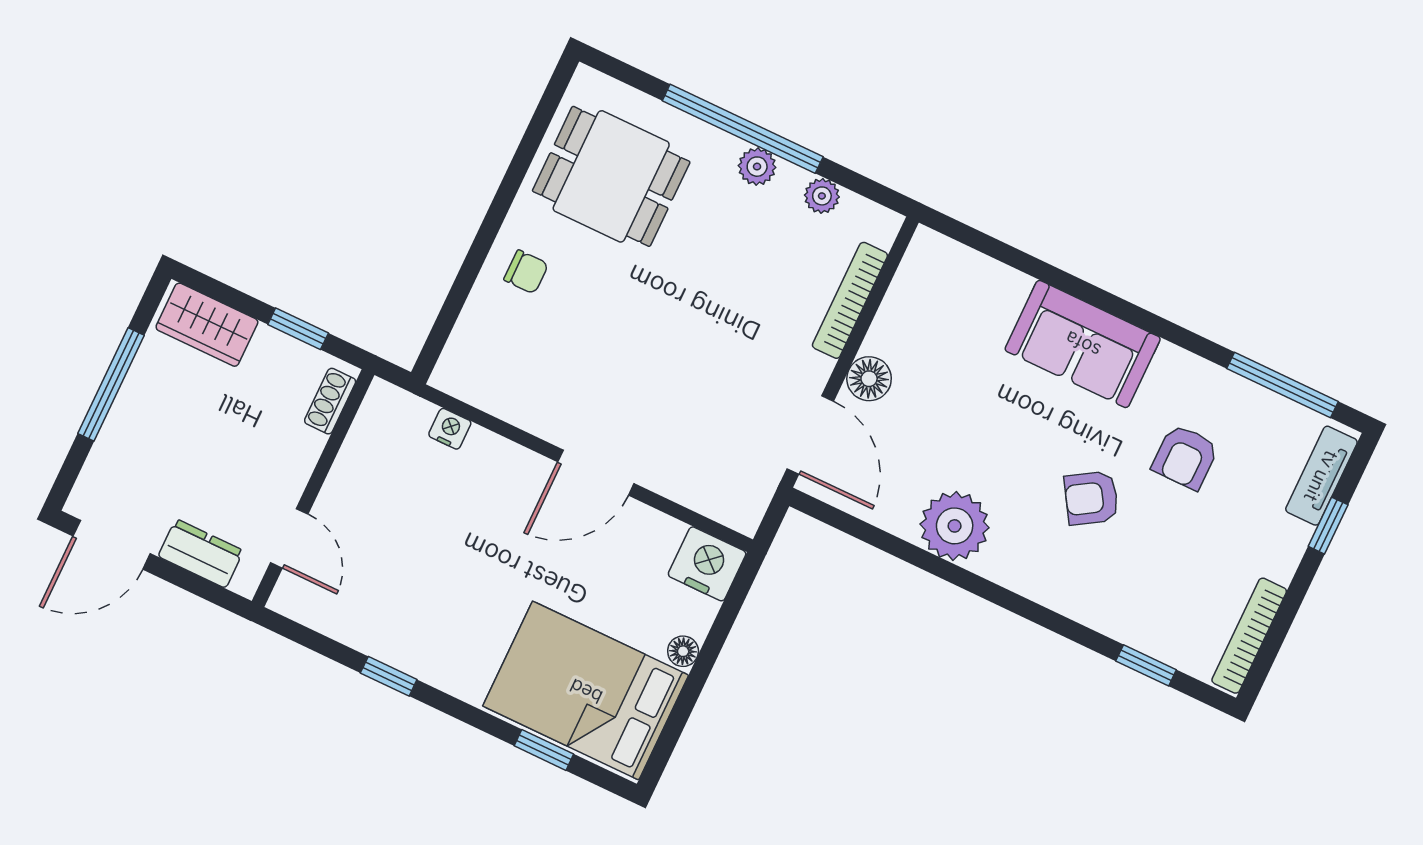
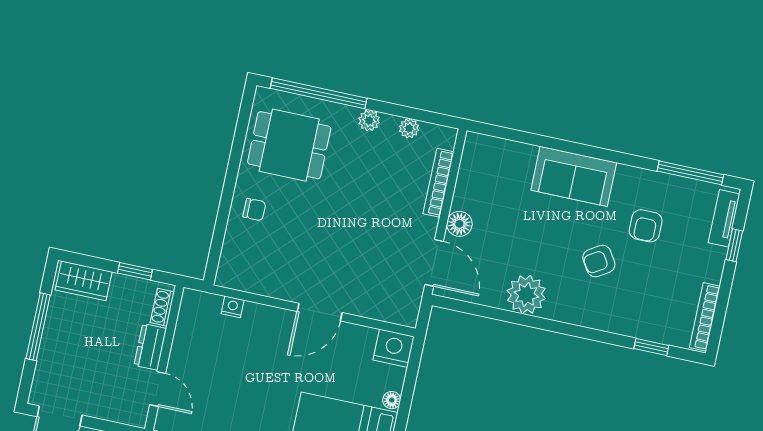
window: (743, 129) -> (319, 93), moved
dresser: (201, 553) -> (150, 347), moved, turned -90

